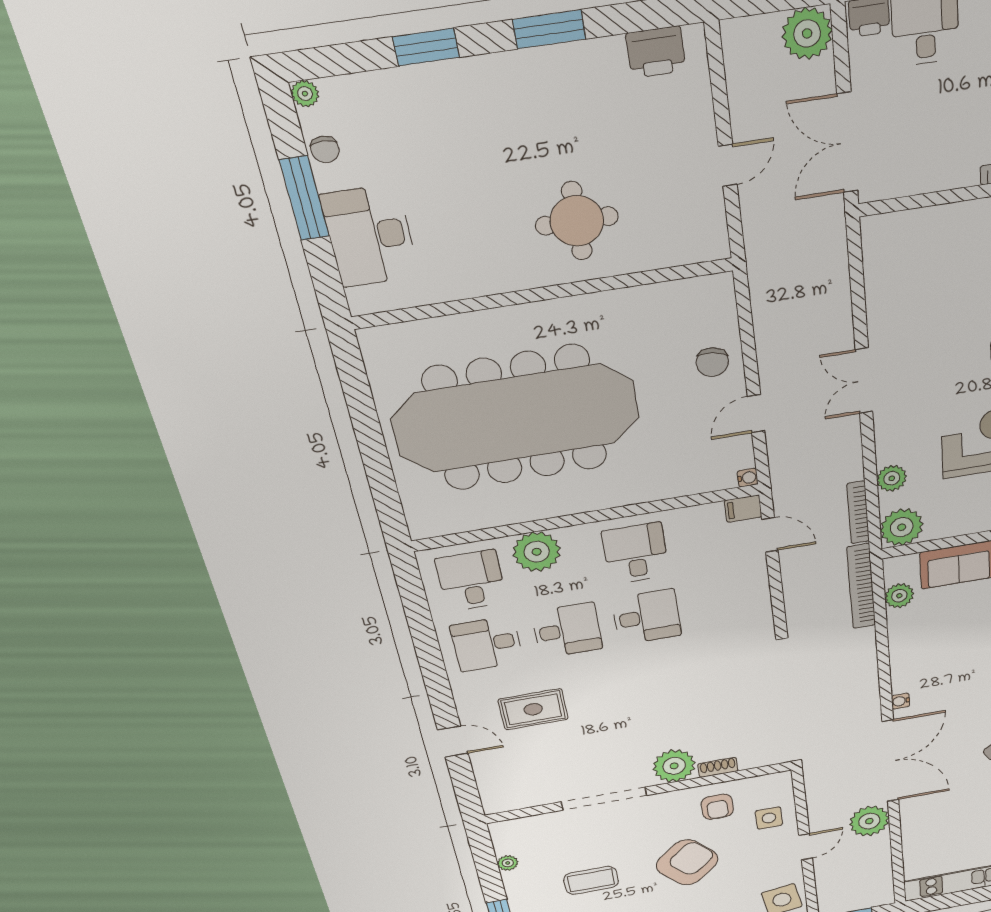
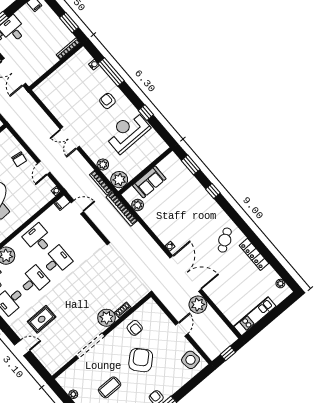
side table: (769, 818) -> (158, 323), removed

